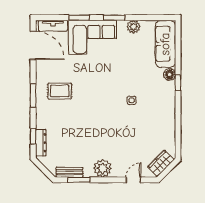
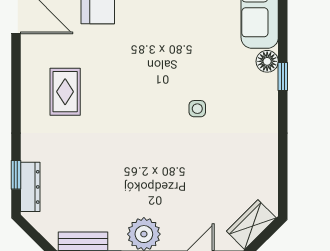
rug: (60, 91) -> (65, 92), turned 90
window: (33, 95) -> (16, 100), removed

